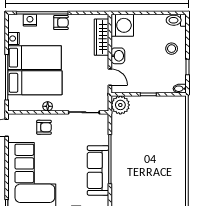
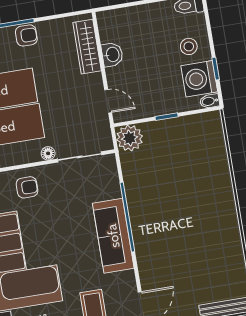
washing machine: (122, 25) -> (199, 79), moved, turned 180
washbasin: (118, 56) -> (112, 55), moved
floor lamp: (48, 106) -> (48, 153), moved

